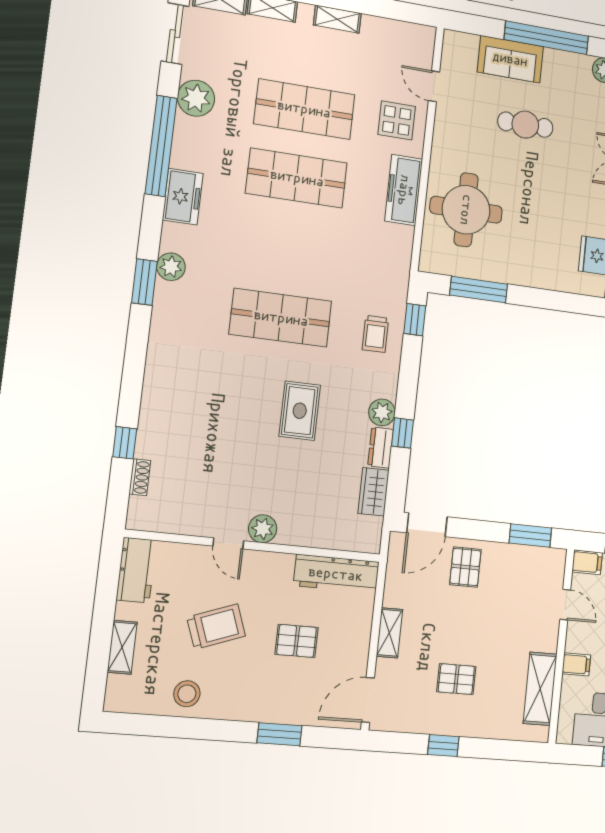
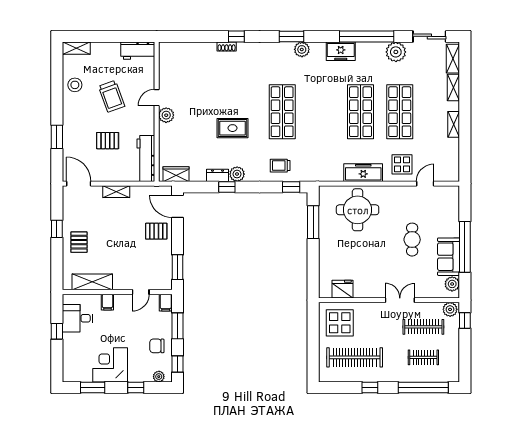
sofa: (510, 59) -> (449, 257), moved
window: (125, 443) -> (236, 36), moved
shoe rack: (140, 477) -> (227, 47), moved
wardrobe: (373, 492) -> (176, 174), moved
pallet: (297, 641) -> (108, 141), turned 90
shelving: (122, 647) -> (76, 48), moved
pallet: (456, 679) -> (79, 242), moved

